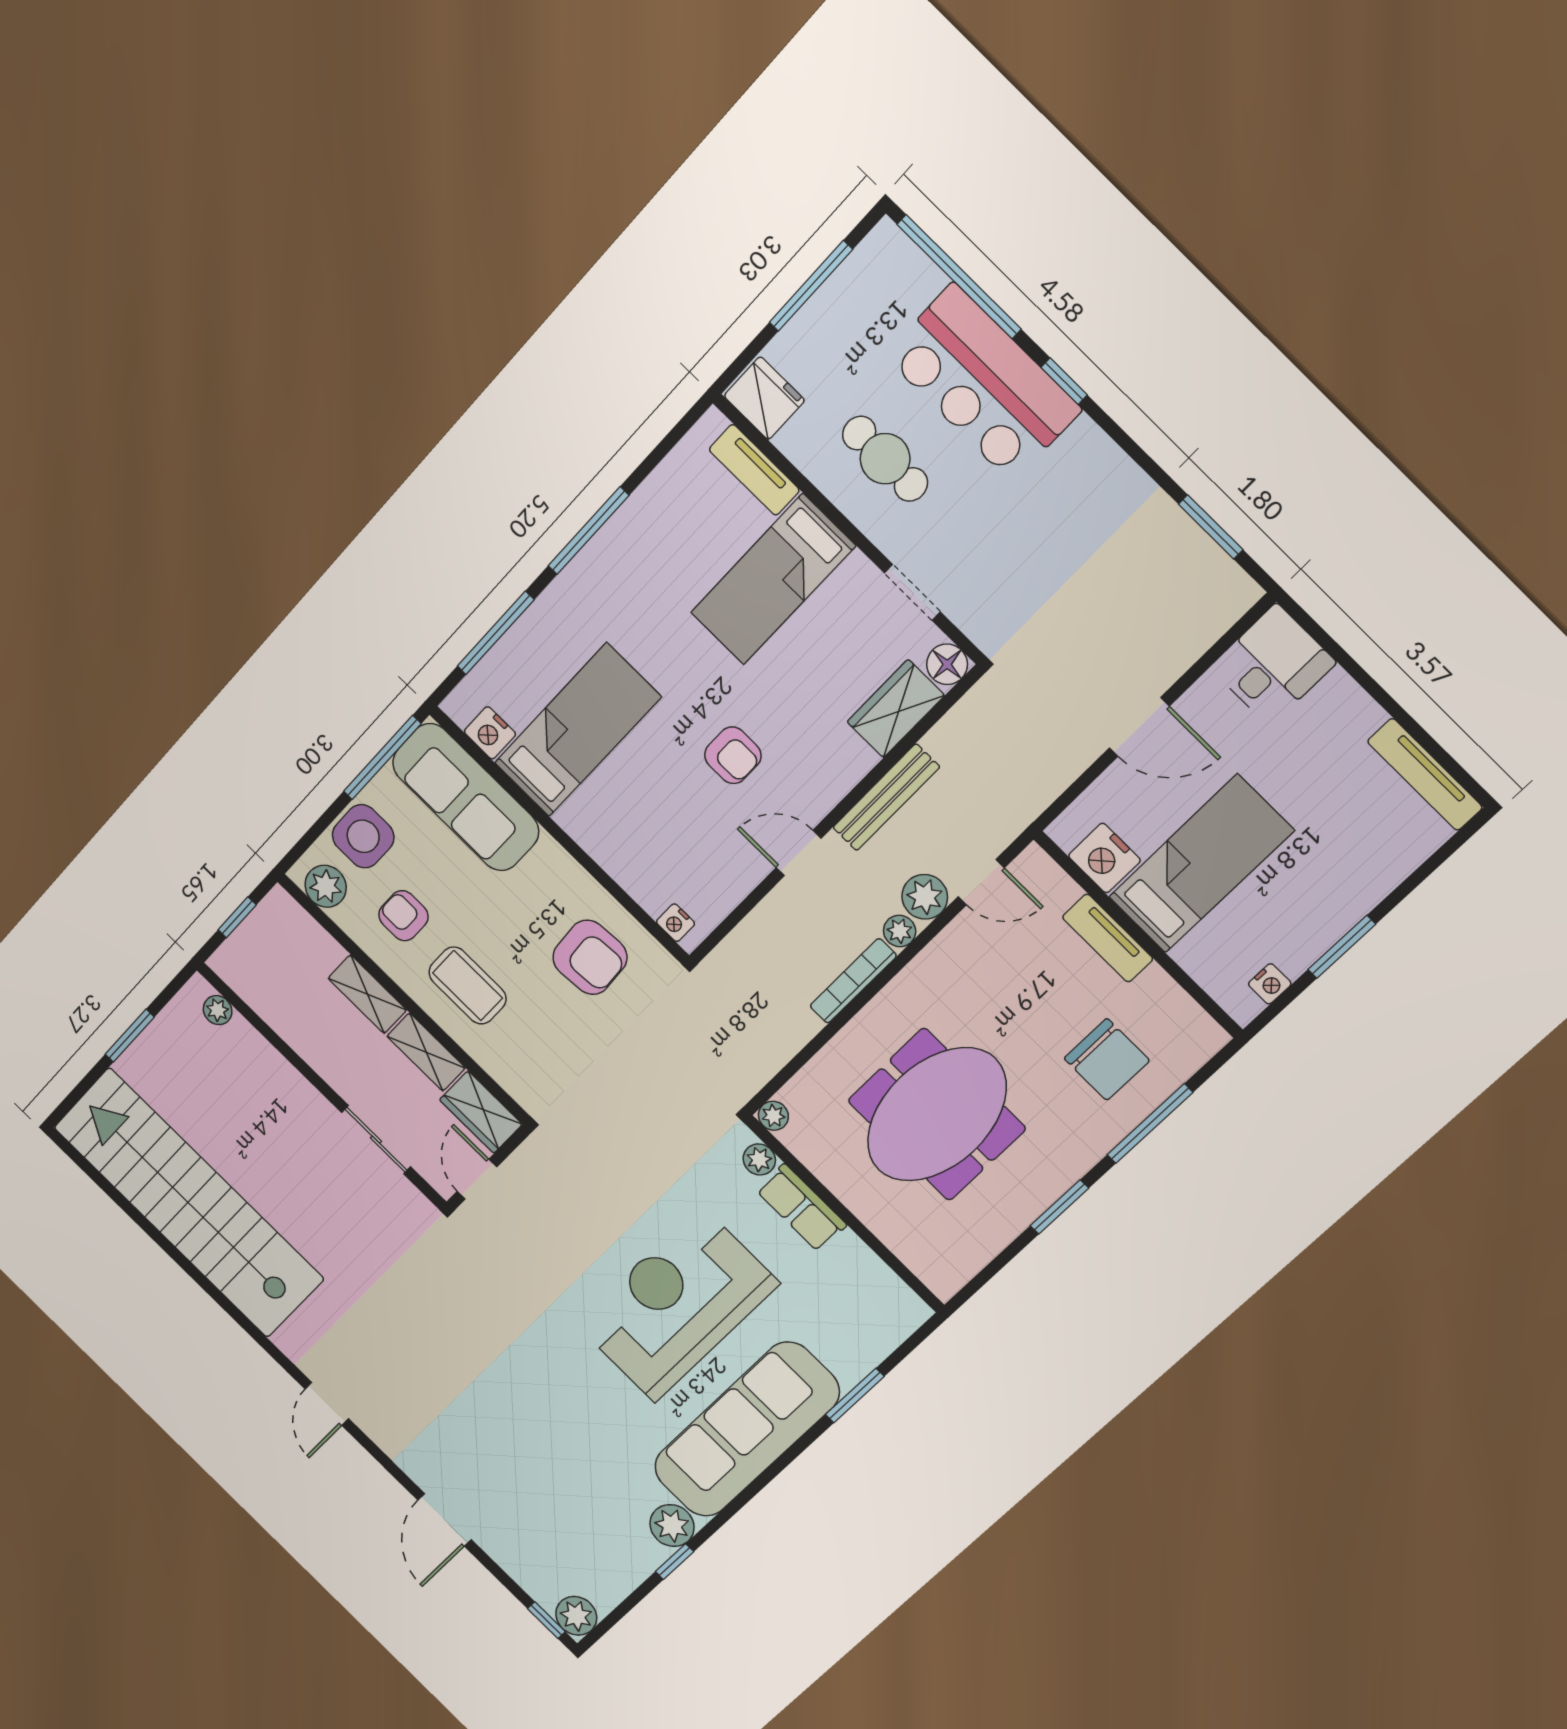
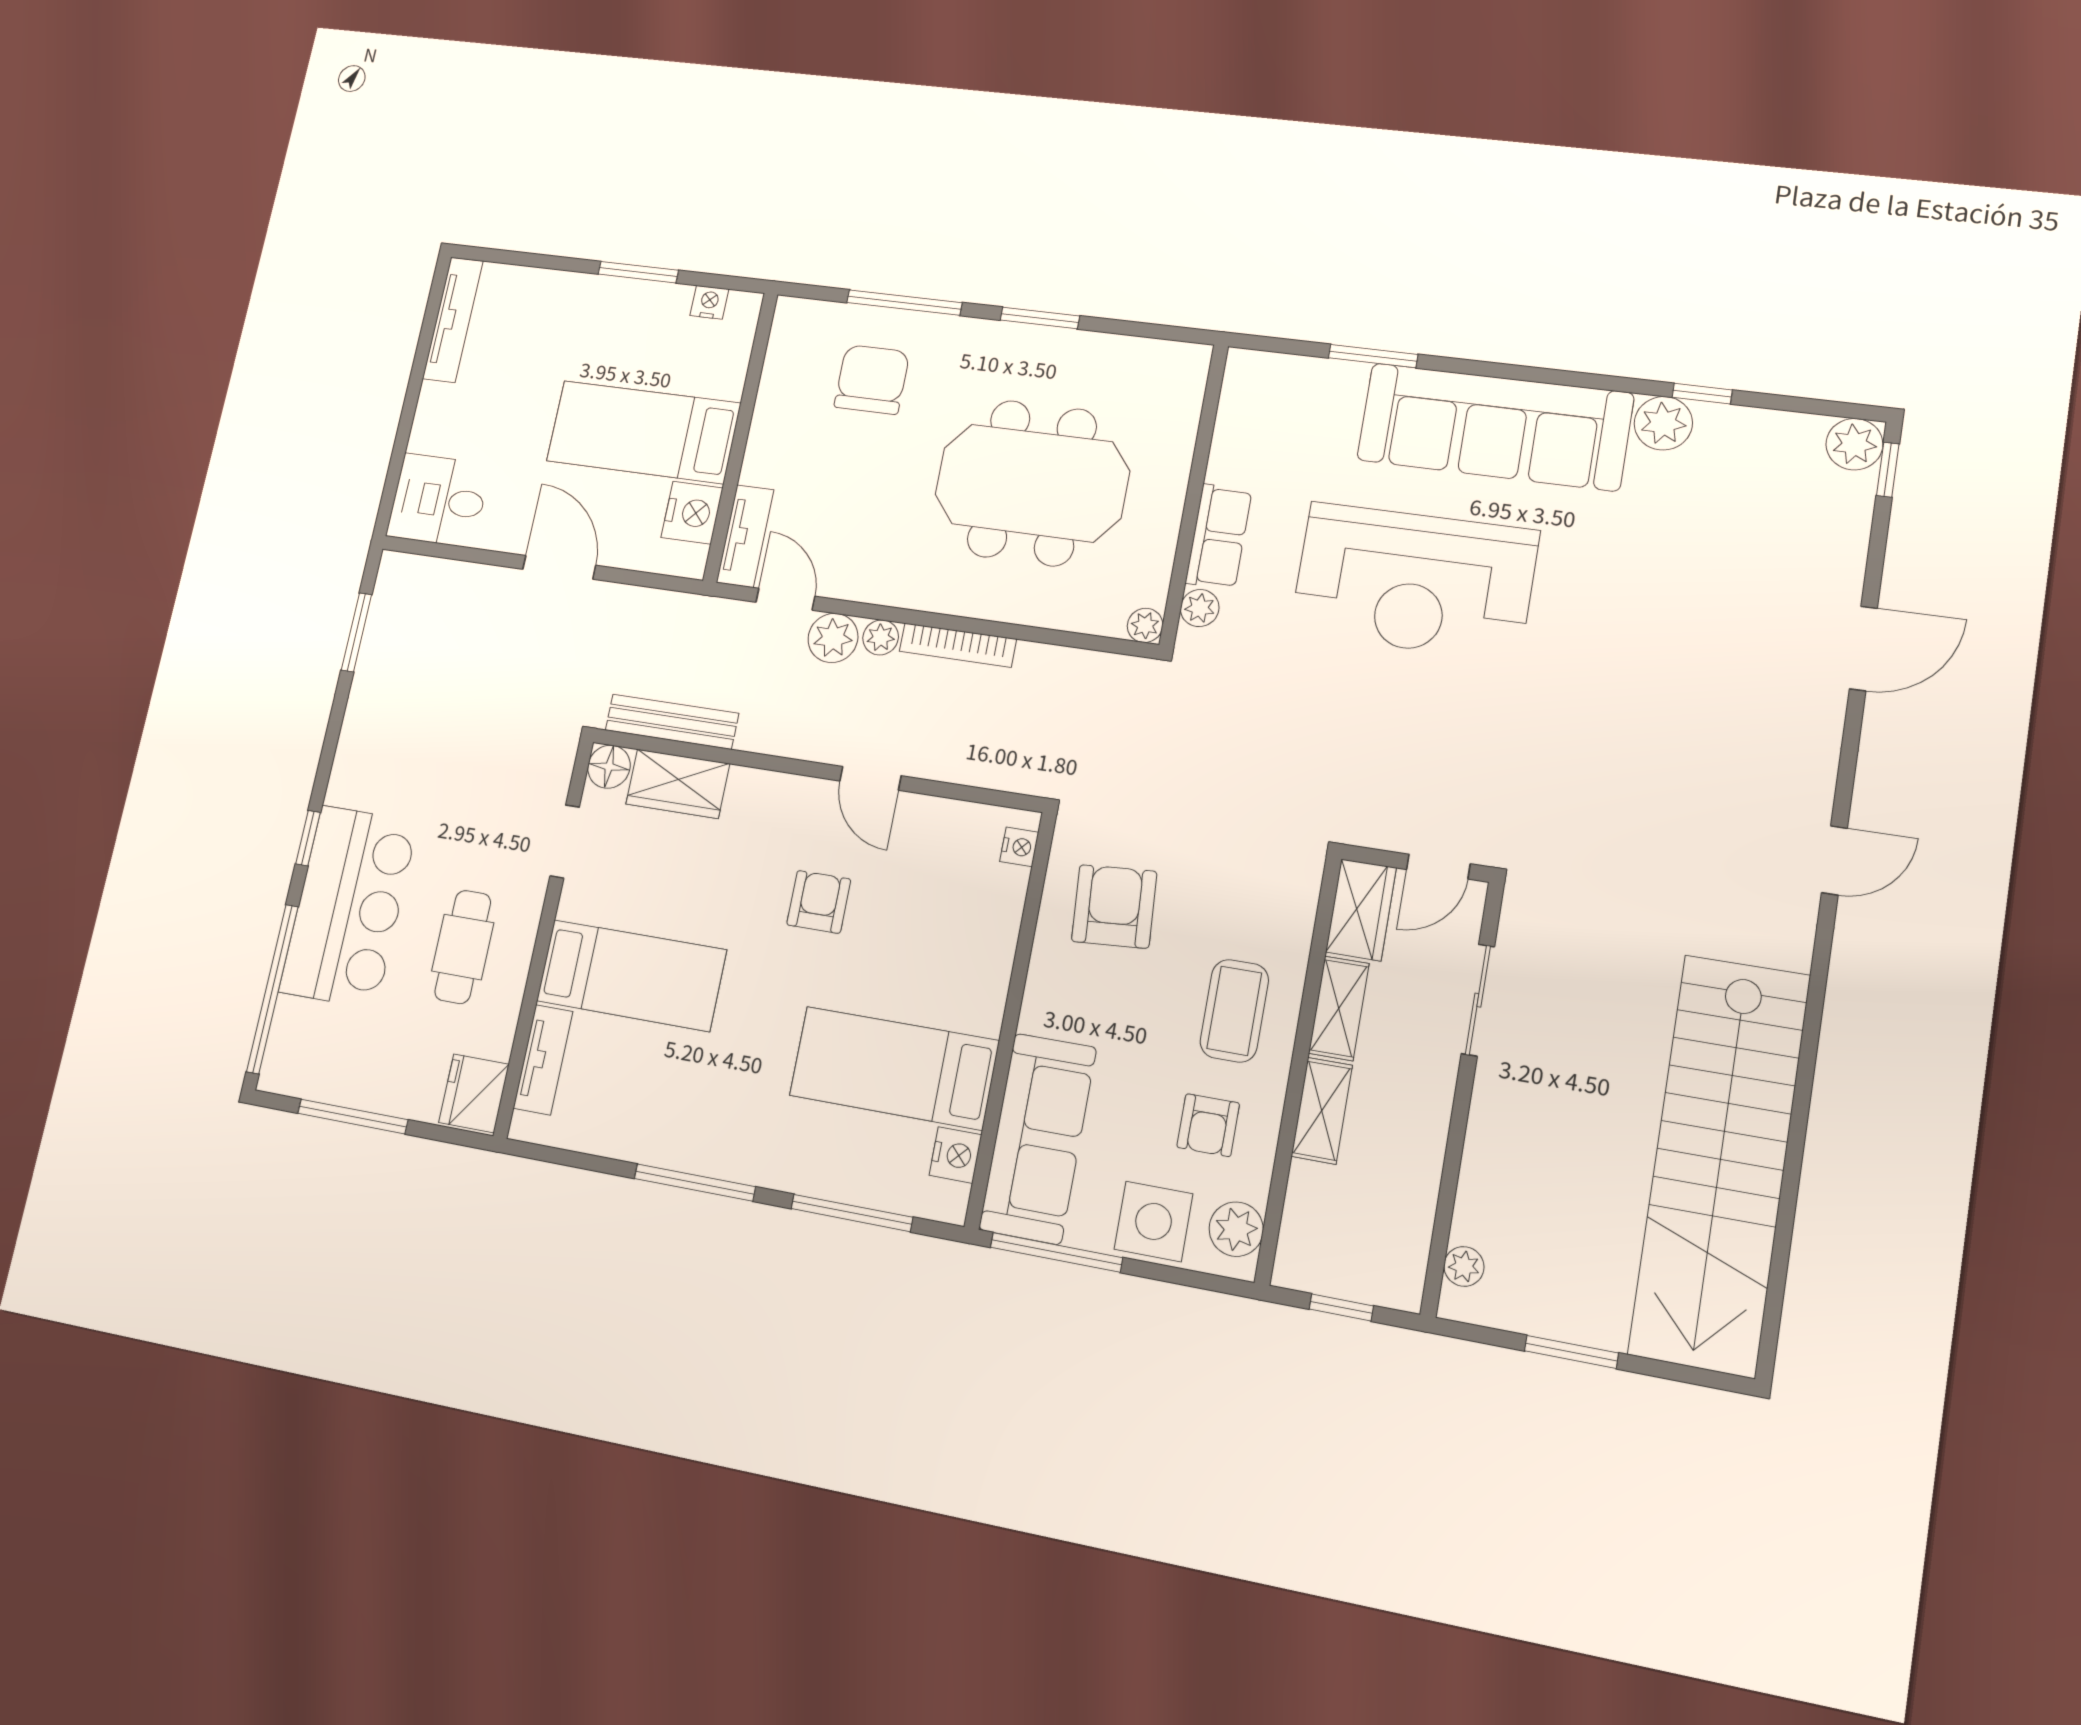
bench: (886, 797) -> (672, 722), moved
tv unit: (1108, 938) -> (745, 536), moved

